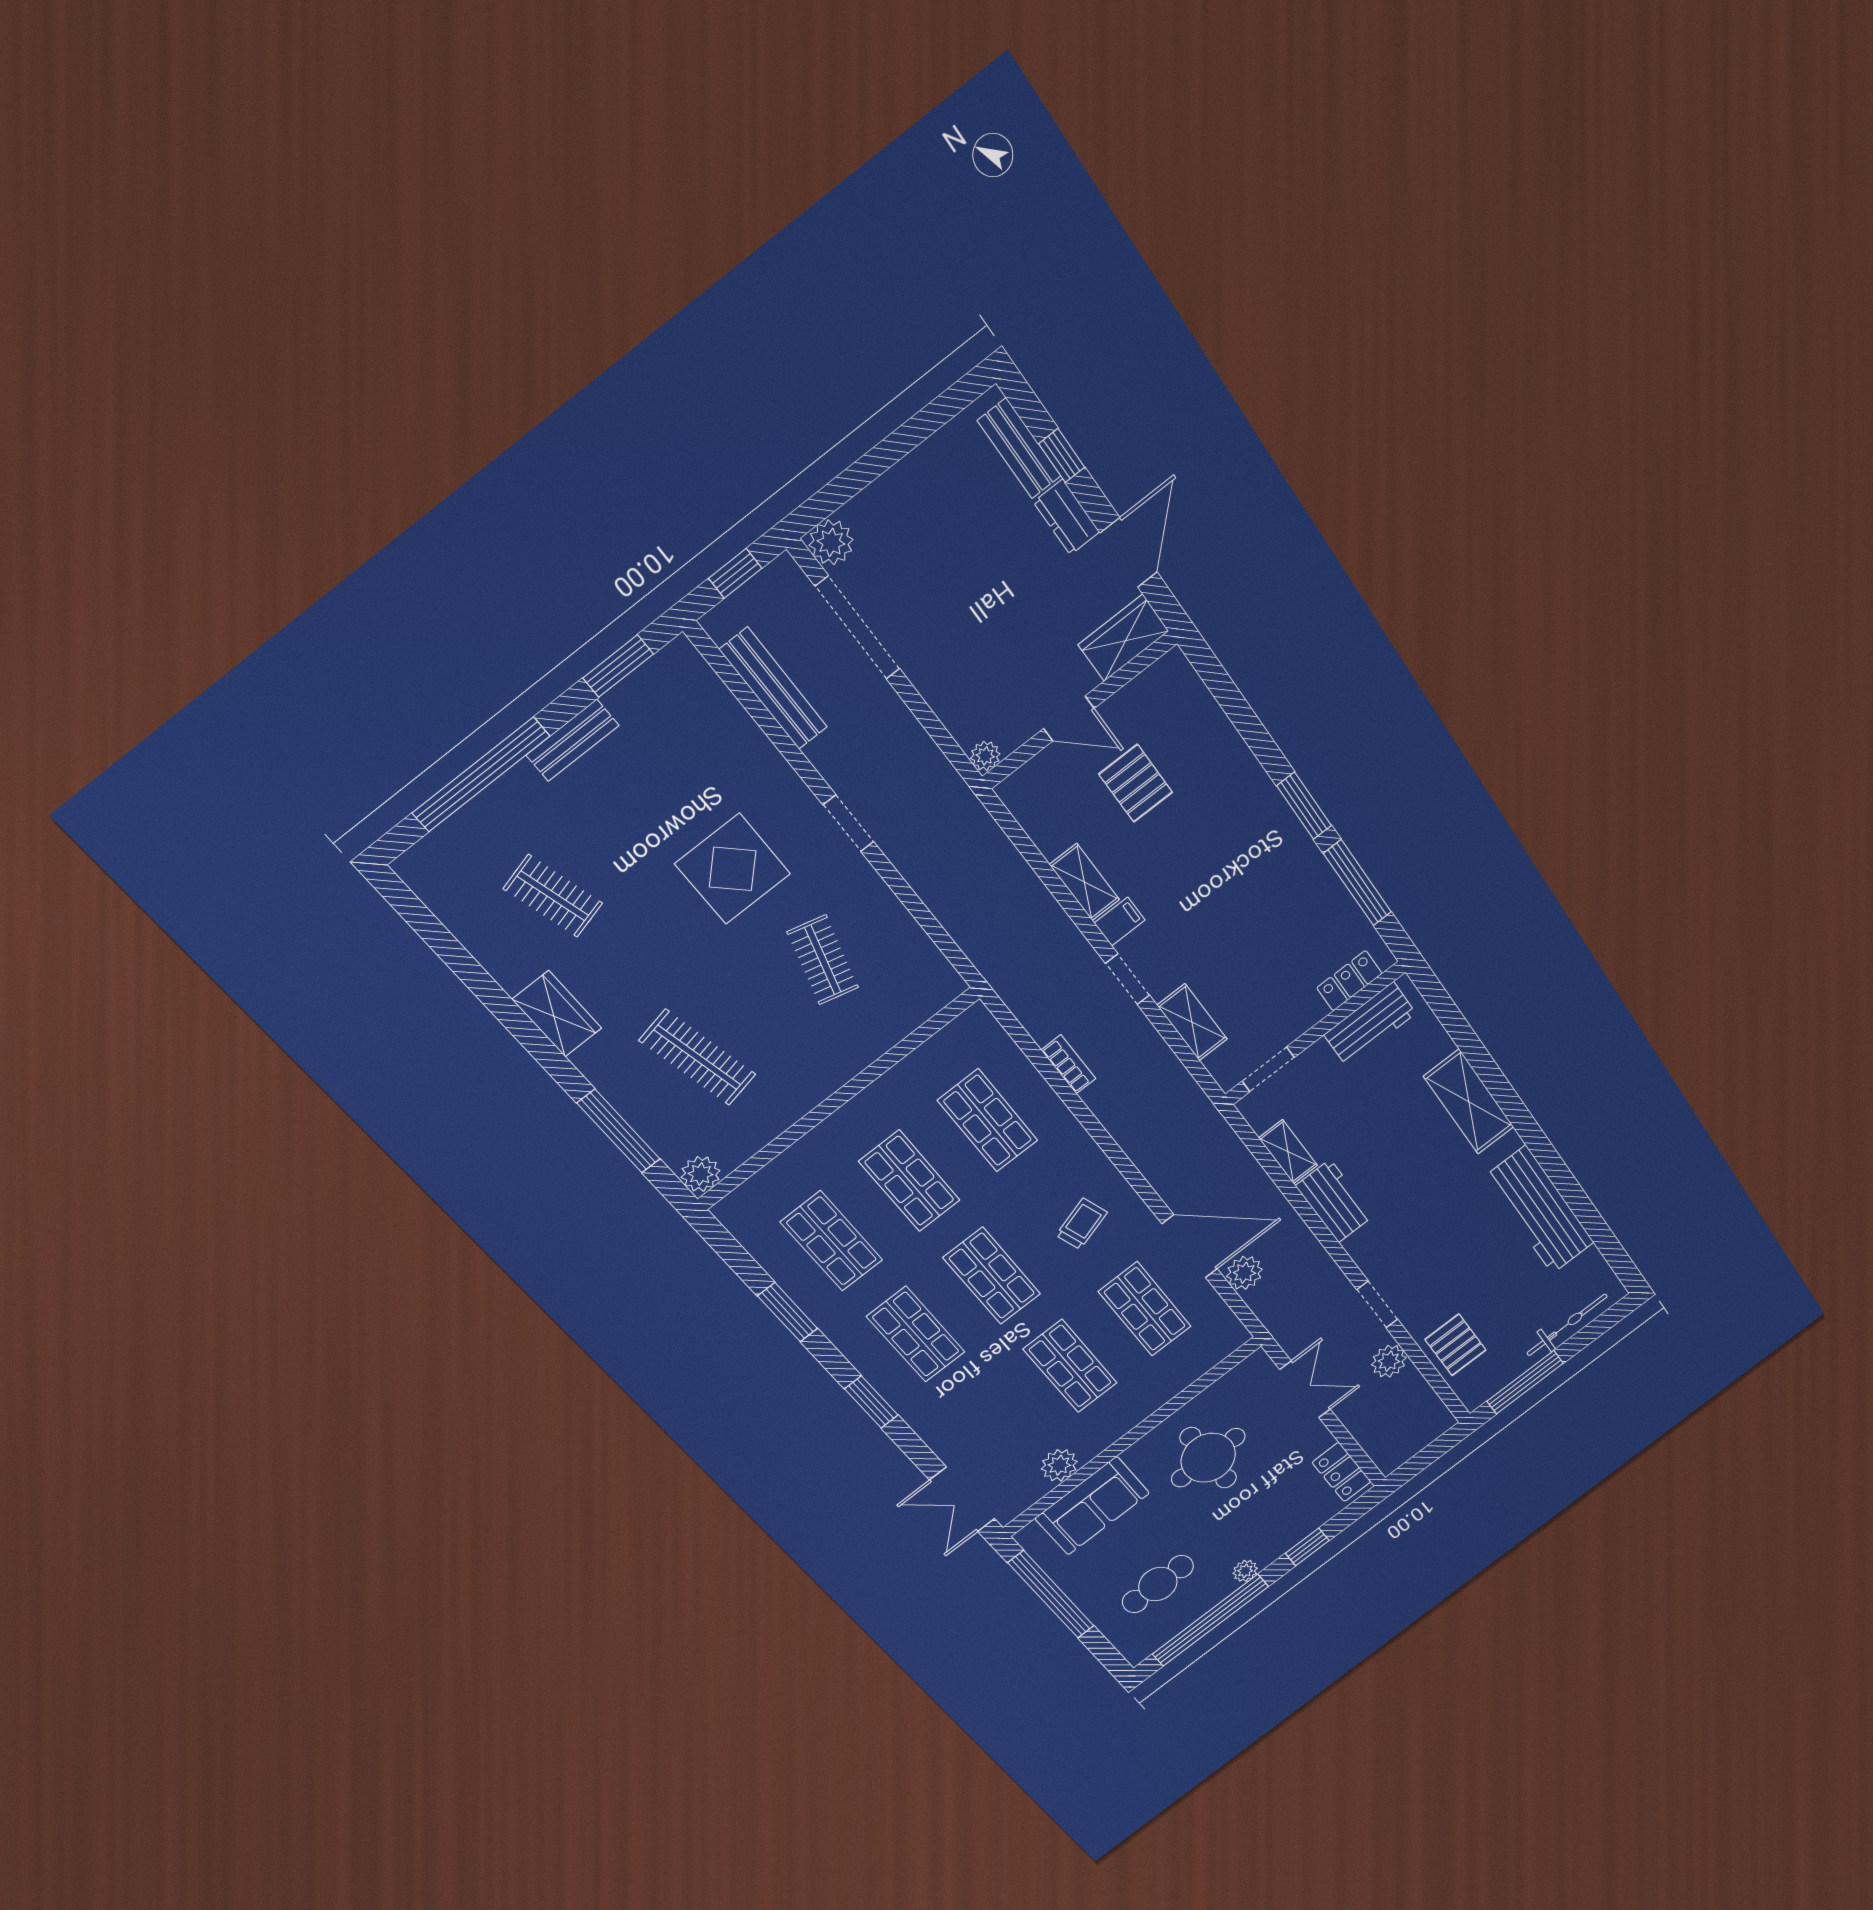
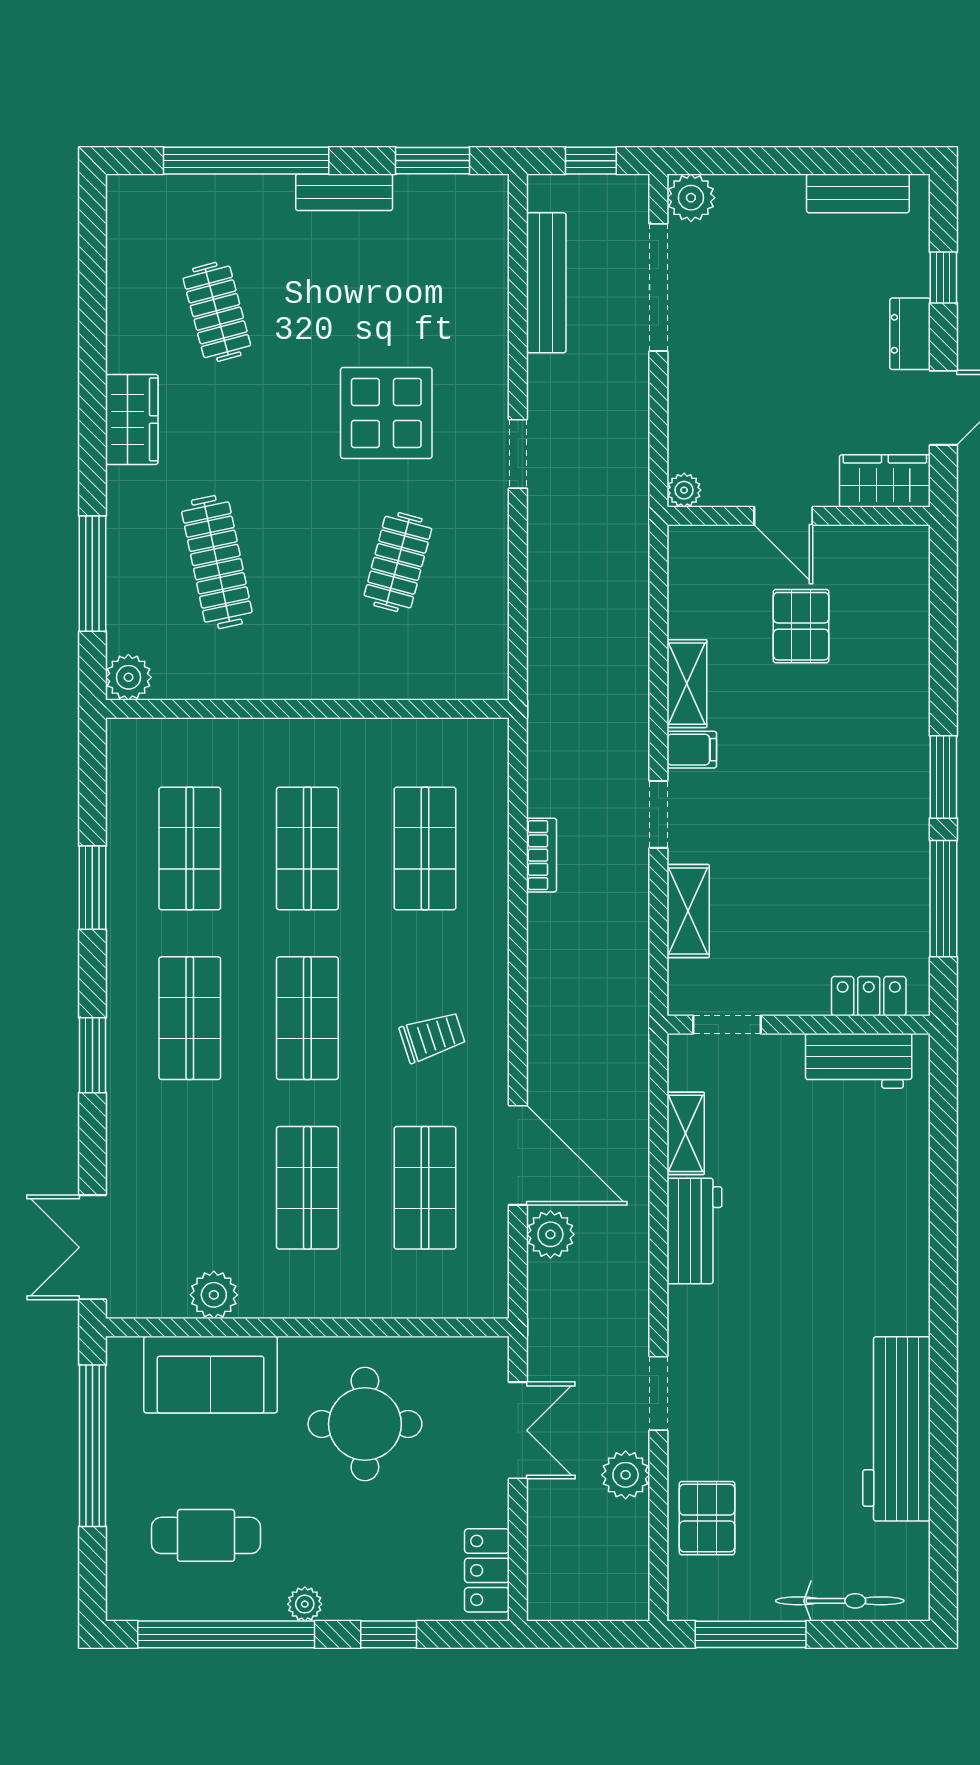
bench: (1019, 448) -> (858, 193), moved, turned 90
shelving: (1469, 1102) -> (902, 1235), removed

